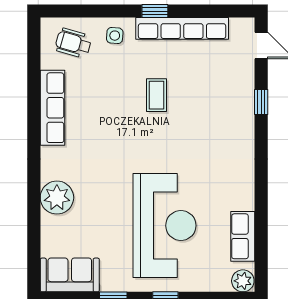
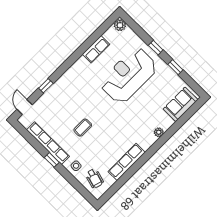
plant: (57, 198) -> (159, 132), width x0.53, depth x0.53
row of seats: (243, 236) -> (96, 49), moved
sofa: (70, 275) -> (180, 104), moved, turned 90

